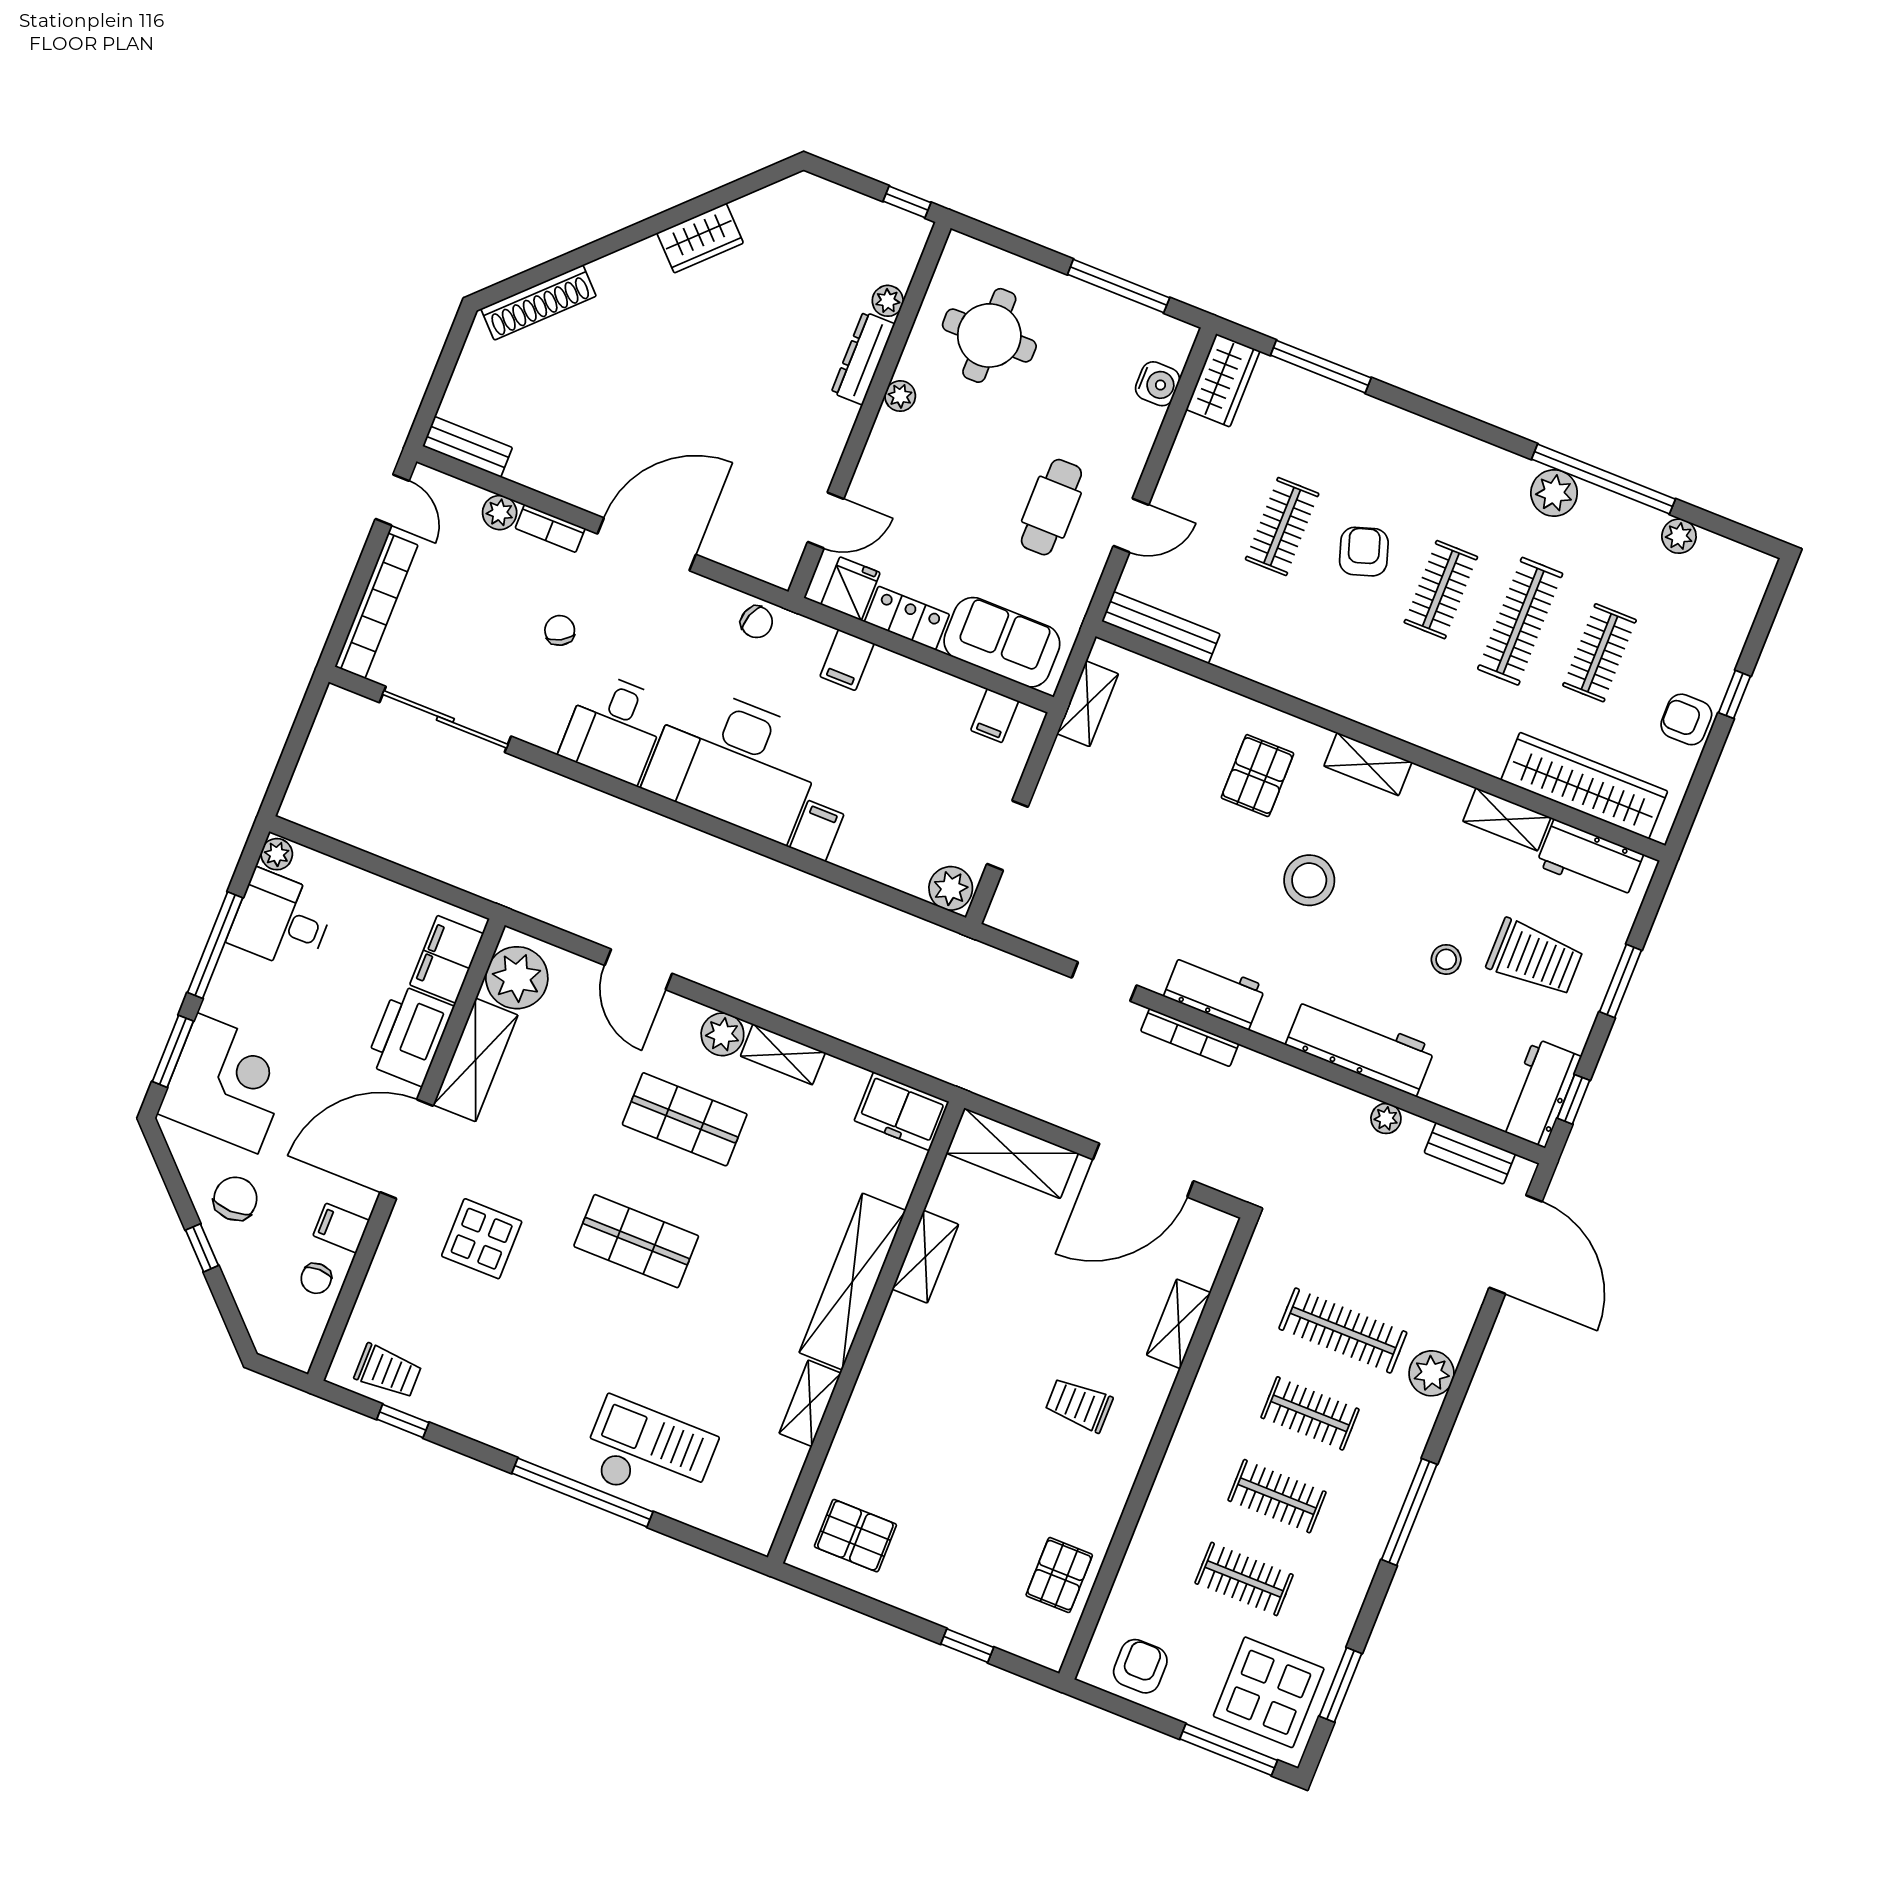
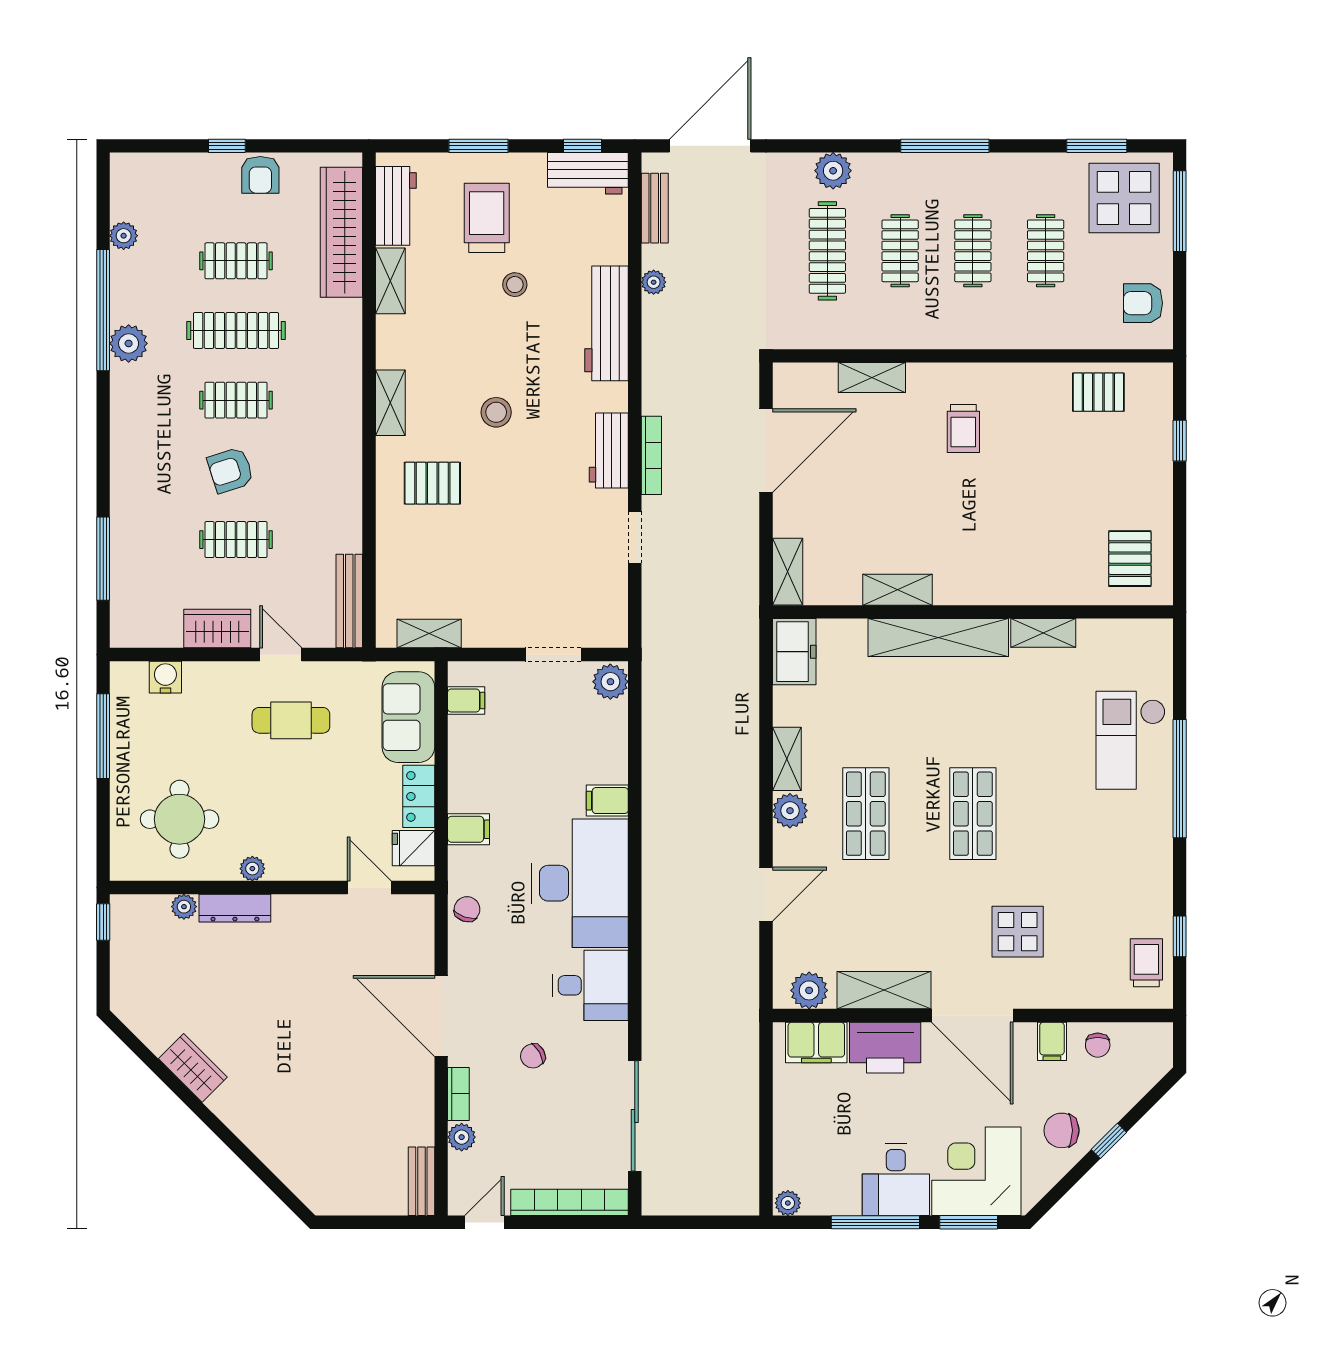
shoe rack: (539, 302) -> (291, 1171), removed
wardrobe: (1223, 380) -> (217, 629), moved
stool: (1309, 880) -> (496, 412), width x0.73, depth x0.73
desk: (281, 920) -> (896, 1180), moved
plant: (517, 978) -> (809, 990), width x0.73, depth x0.73
shelving: (1012, 1153) -> (788, 572), width x0.67, depth x0.75
door: (1143, 1170) -> (766, 451), hinge flipped
chair: (316, 1278) -> (1098, 1045), turned 90

